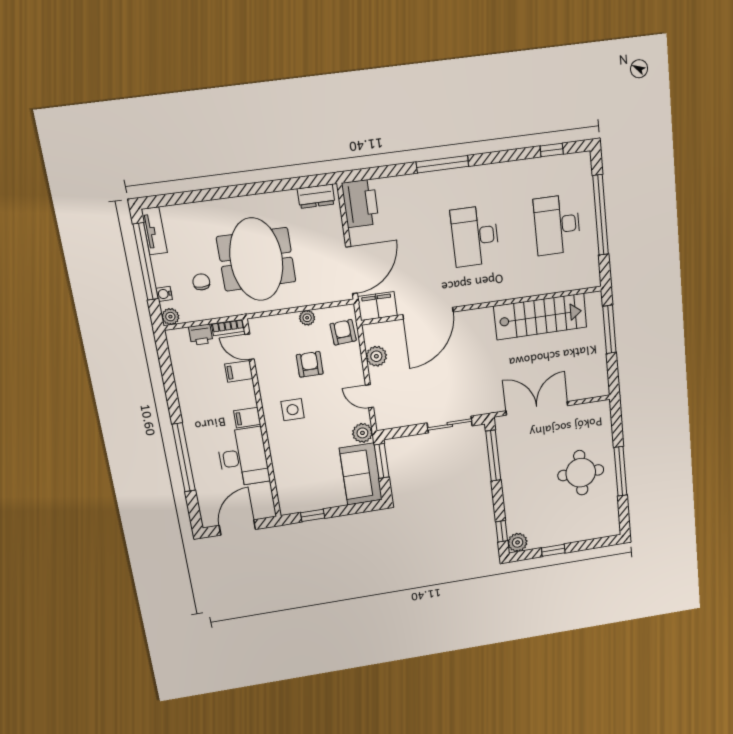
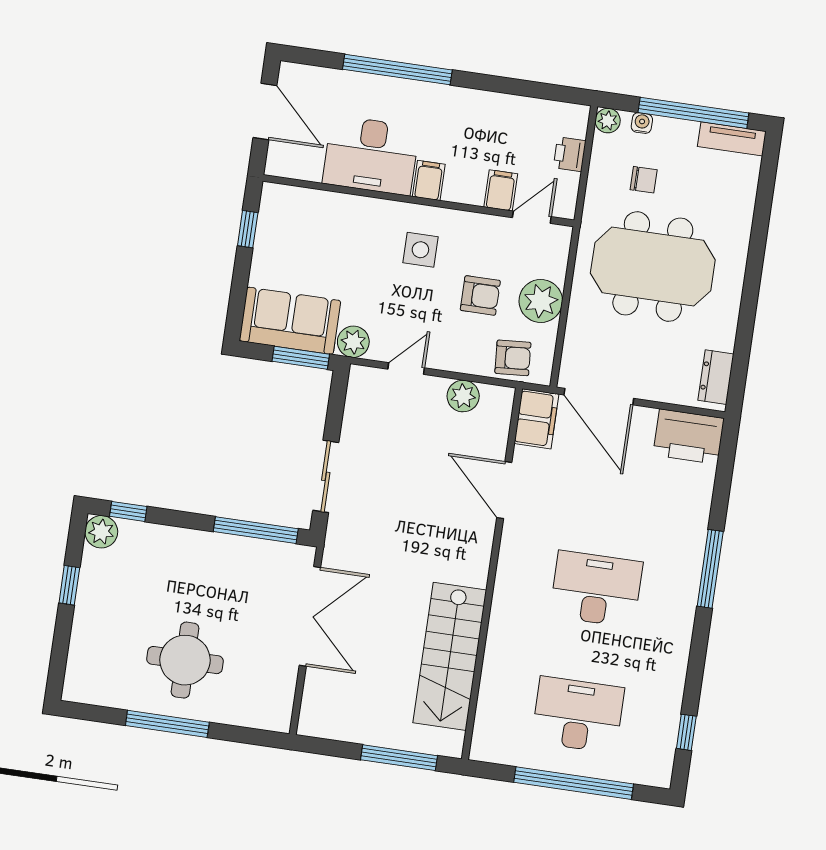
door: (428, 313) -> (504, 490), width x0.73
plant: (307, 318) -> (541, 301), width x1.88, depth x1.88
bookcase: (228, 327) -> (569, 196), removed

